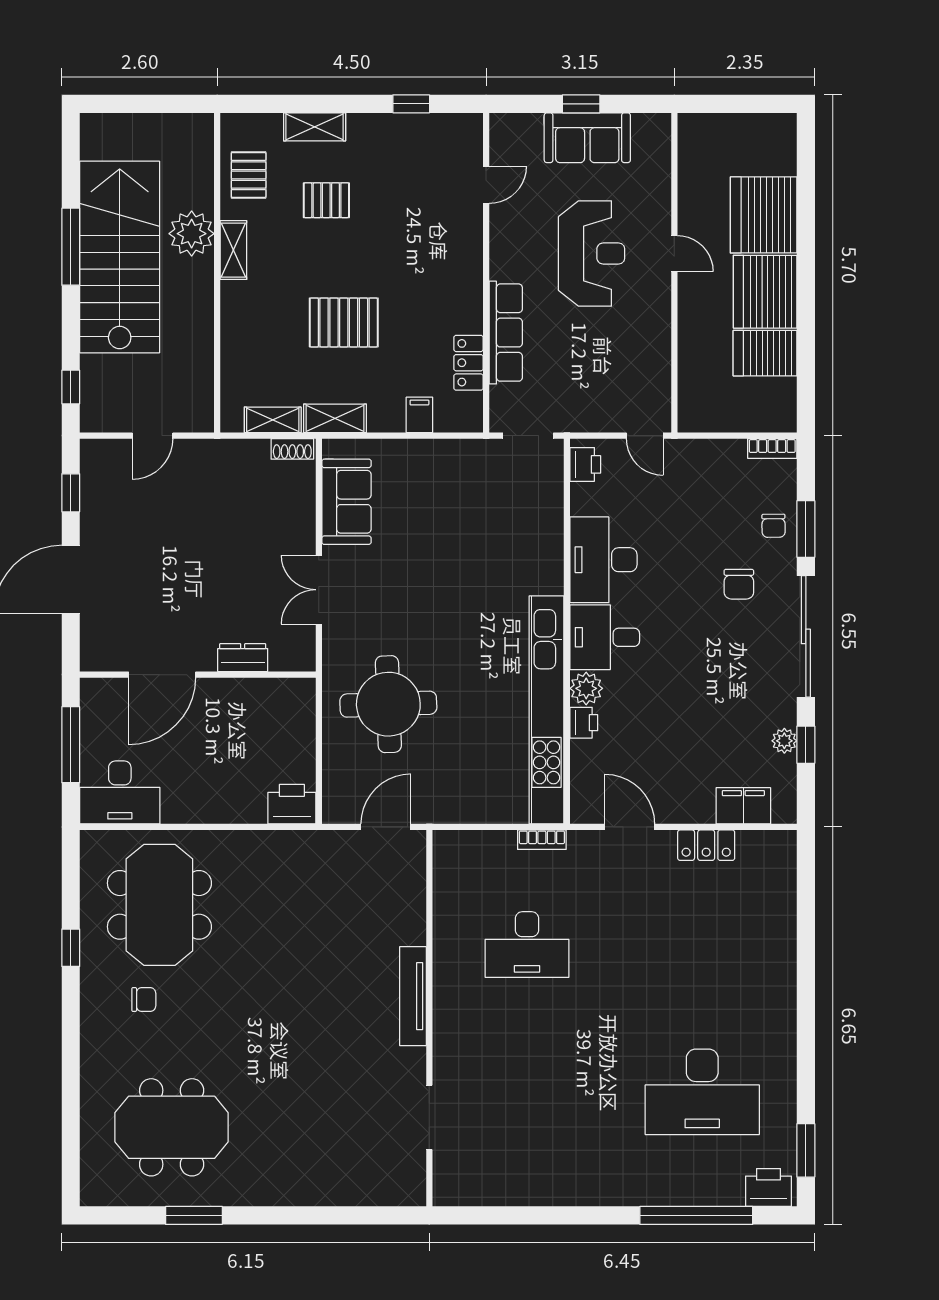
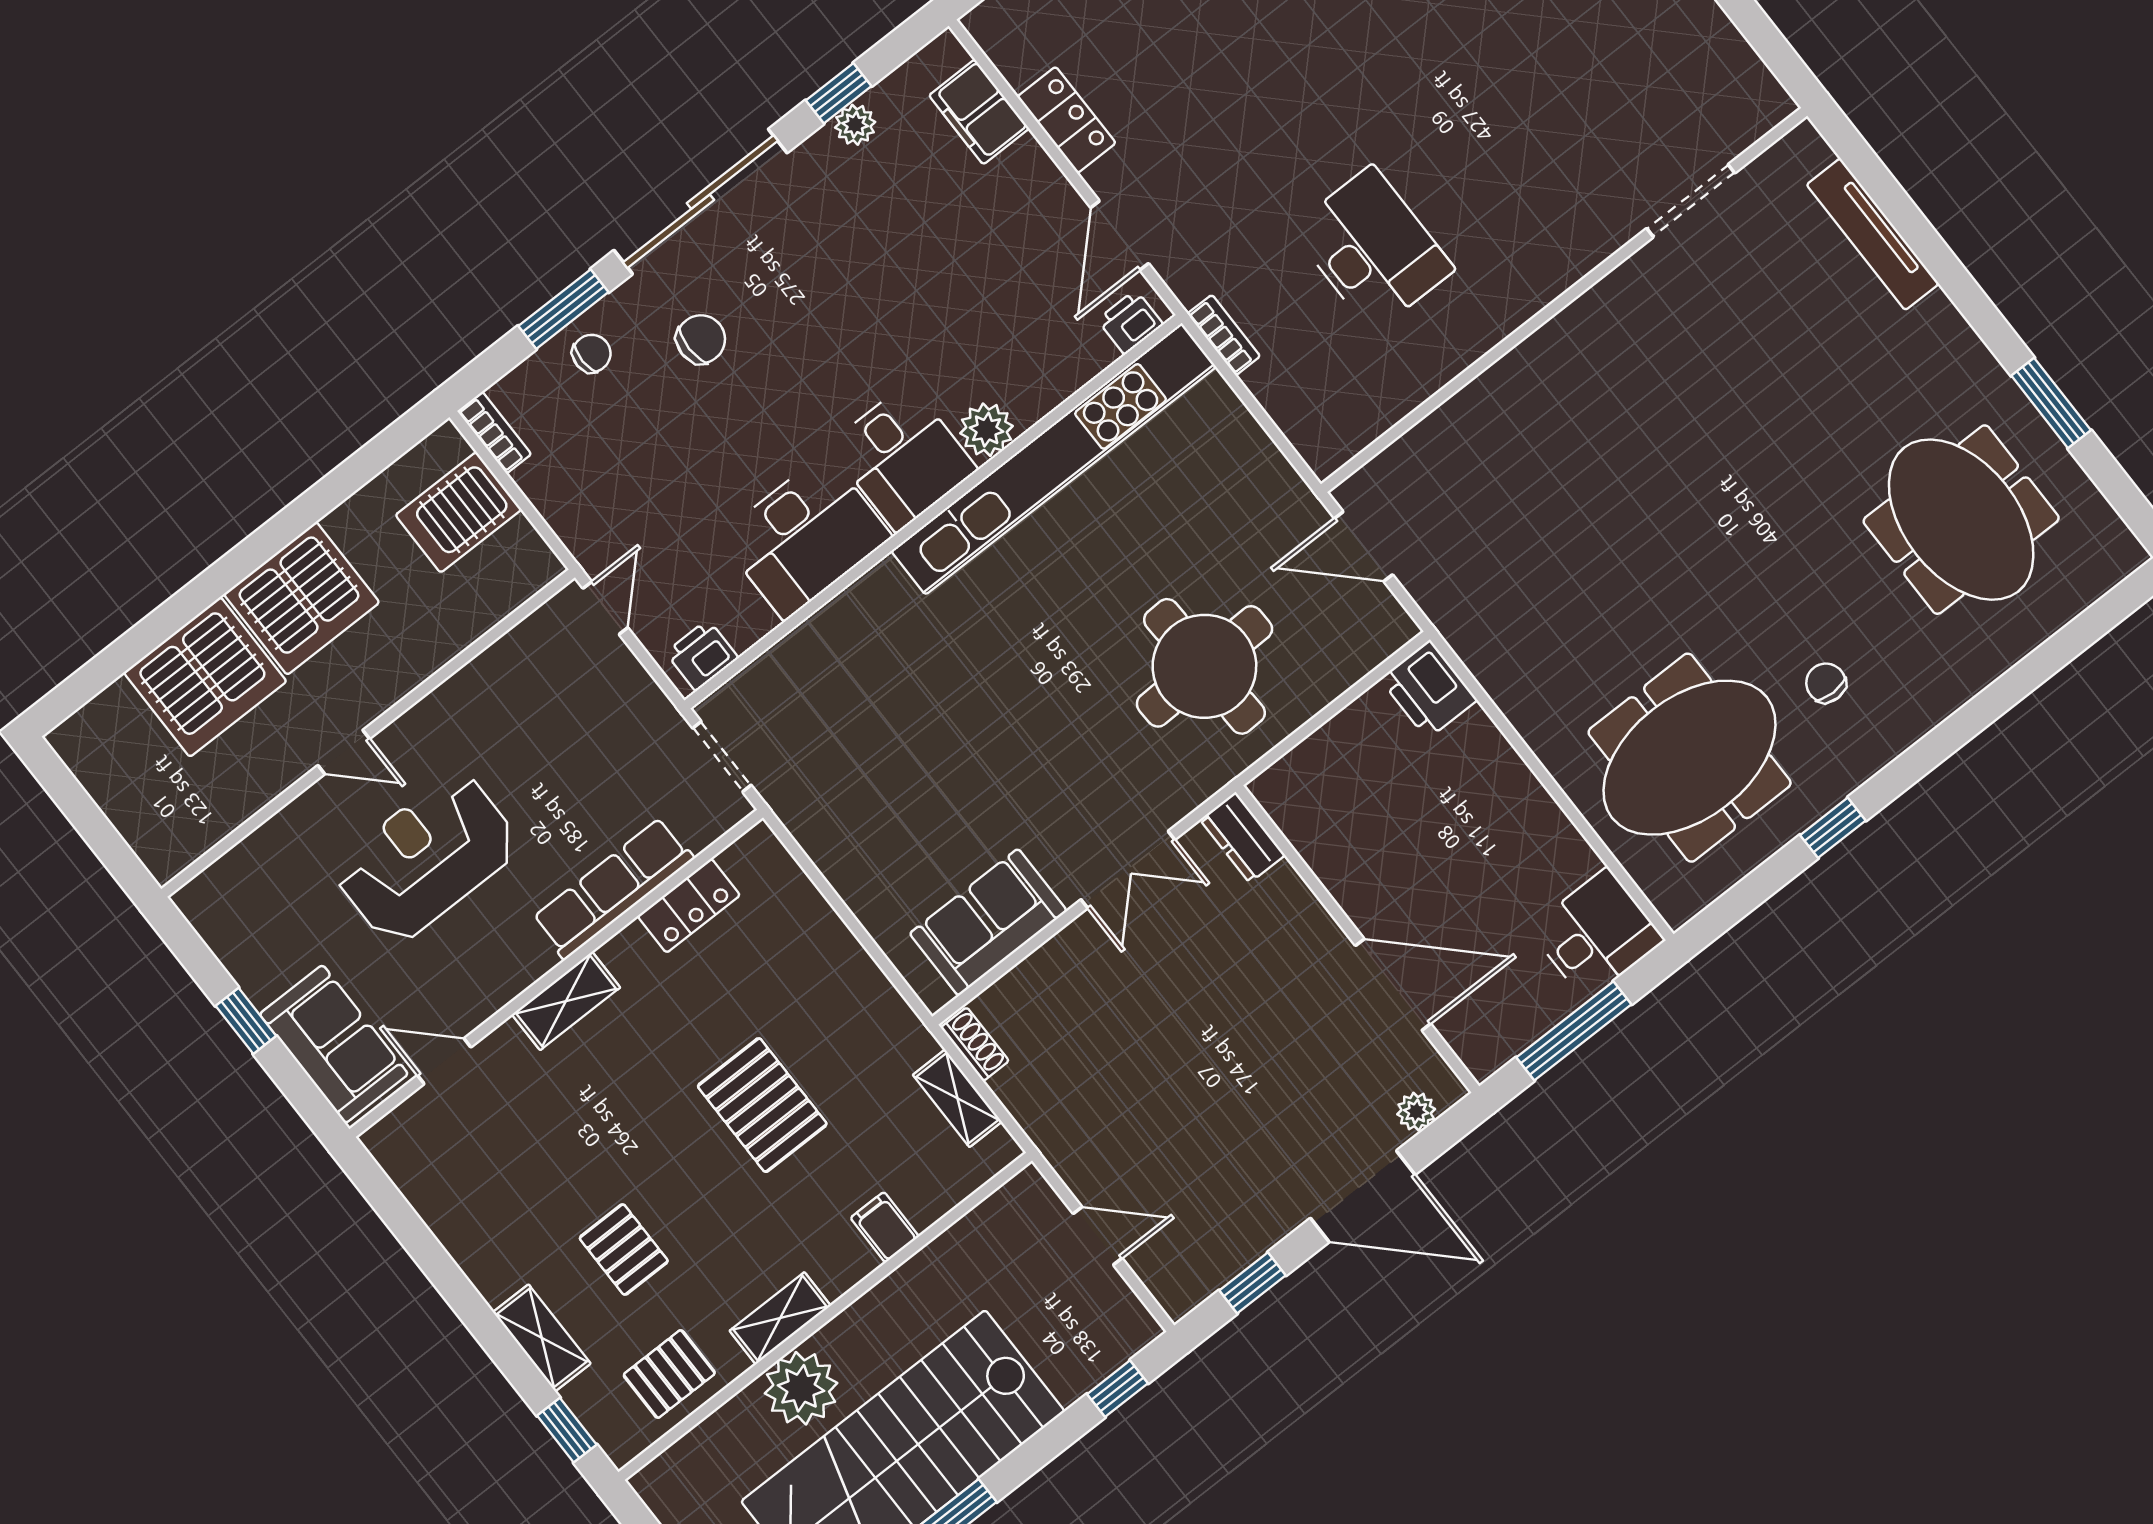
window: (411, 104) -> (567, 1430), moved
sofa: (587, 138) -> (334, 1044), moved
door: (674, 254) -> (344, 752), swing flipped
server rack: (765, 353) -> (458, 512), moved, turned 90
filing cabinet: (419, 415) -> (885, 1227), moved, turned 90
shelving: (335, 418) -> (566, 1001), moved, turned 90
plant: (92, 637) -> (1416, 1112), added
dresser: (243, 658) -> (1243, 837), moved
printer: (584, 723) -> (1130, 322), moved
desk: (120, 792) -> (1597, 934), width x0.73
tv unit: (413, 996) -> (1873, 234), moved, turned 90

